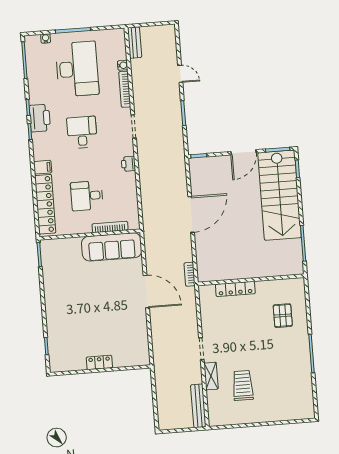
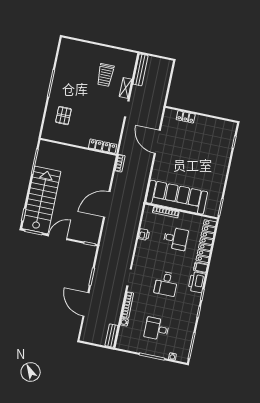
desk: (77, 69) -> (157, 329), width x0.53, depth x0.77
door: (180, 74) -> (86, 304), width x1.87
printer: (40, 118) -> (197, 282), moved
printer: (128, 164) -> (144, 235), moved
sofa: (112, 247) -> (177, 197), width x1.36, depth x1.27
locker: (235, 289) -> (103, 146), moved
door: (146, 291) -> (157, 142), moved
locker: (99, 362) -> (186, 117), moved

